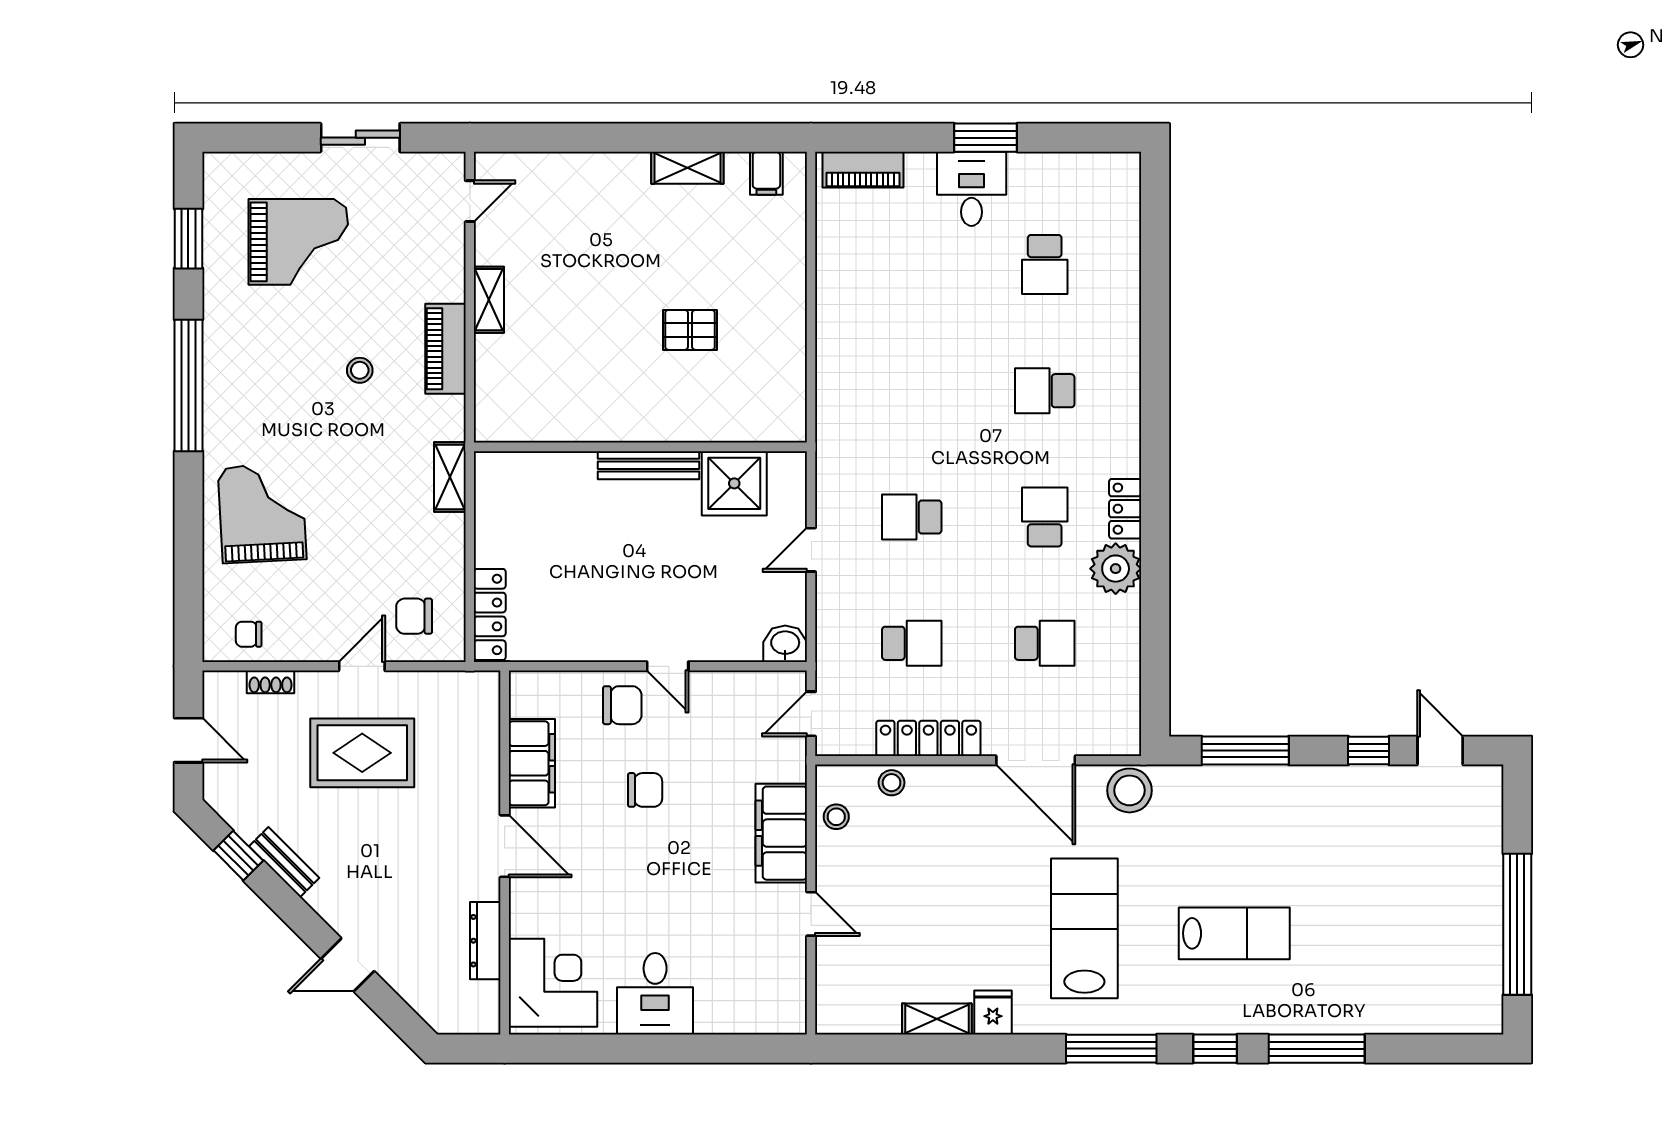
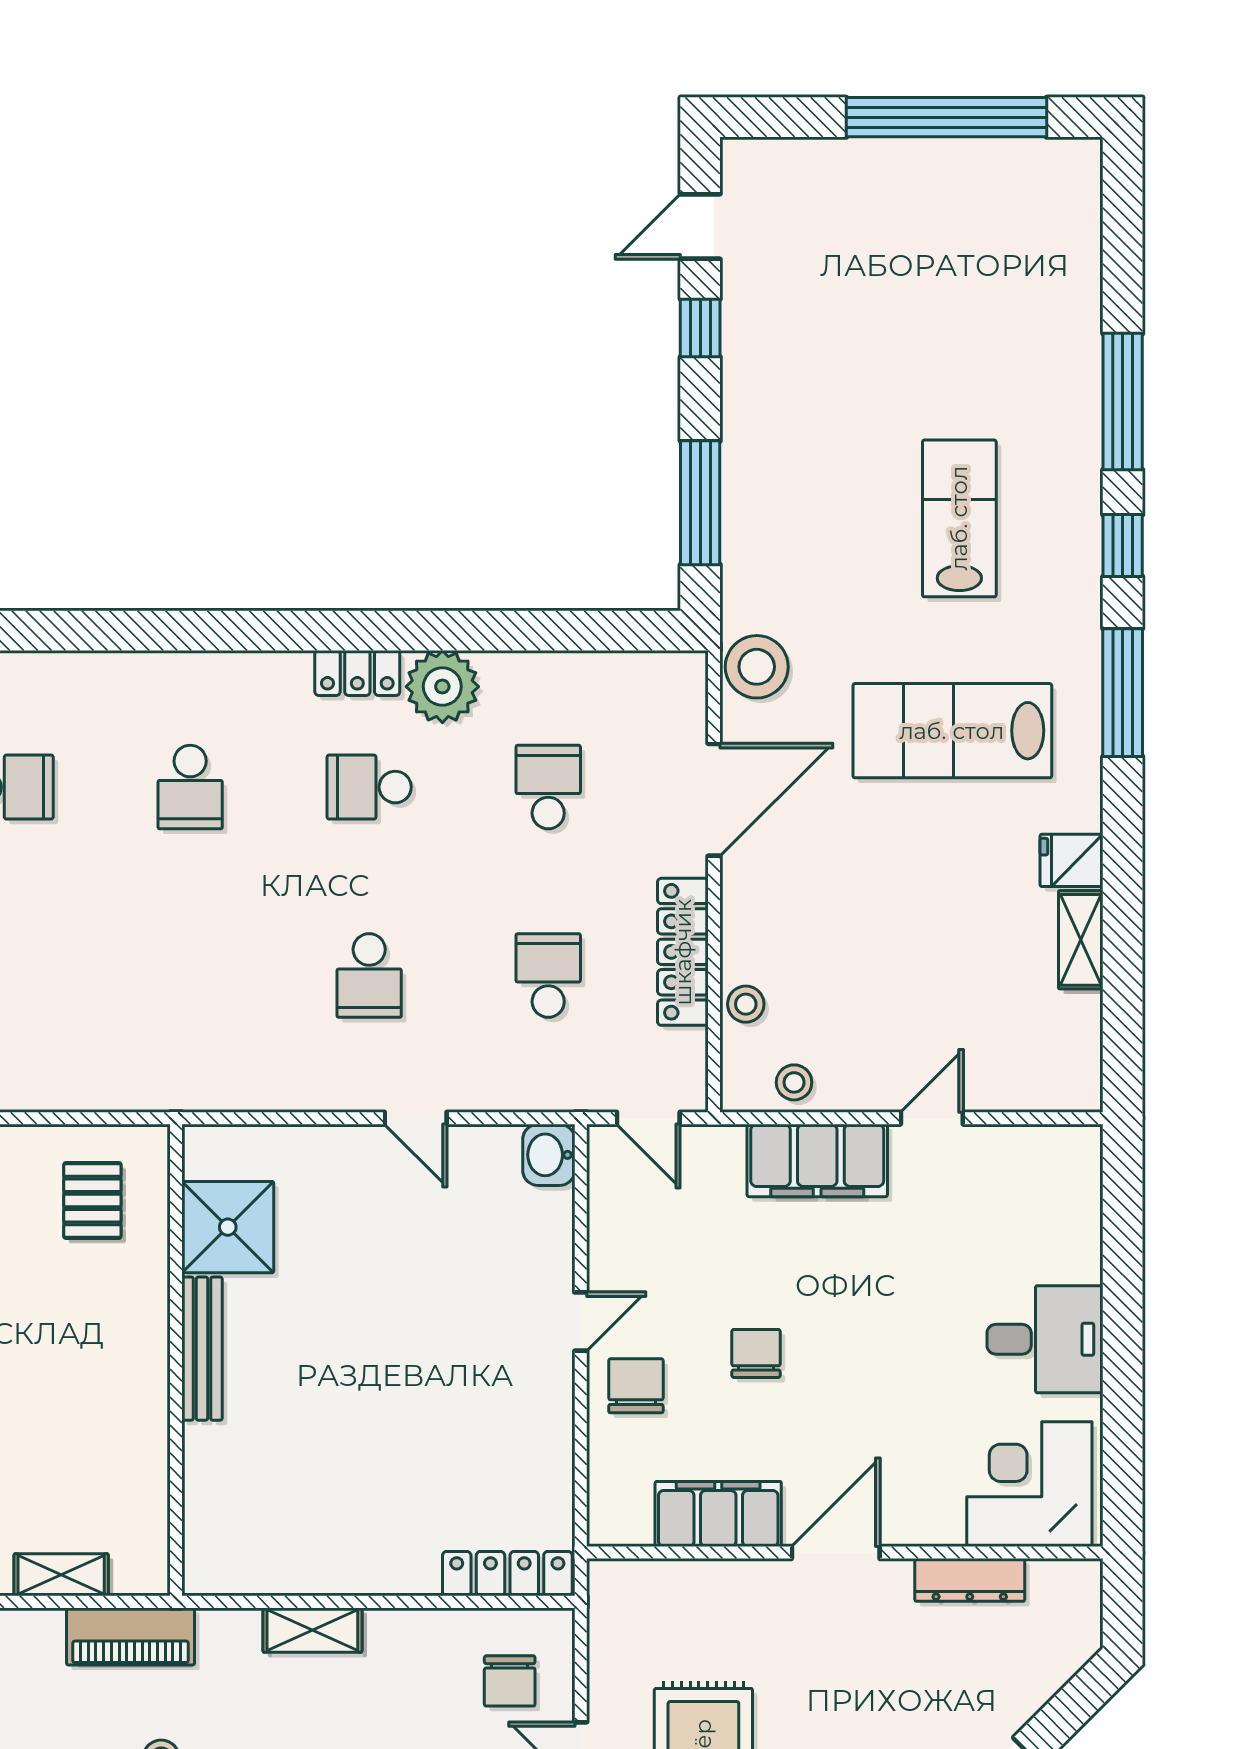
pallet: (690, 330) -> (92, 1201), moved
wall: (640, 447) -> (176, 1360), moved
bench: (649, 465) -> (202, 1349), moved
shower: (734, 483) -> (228, 1227), moved

